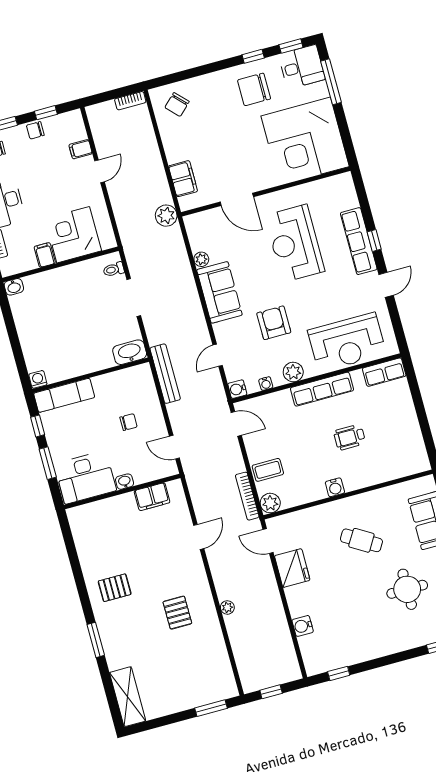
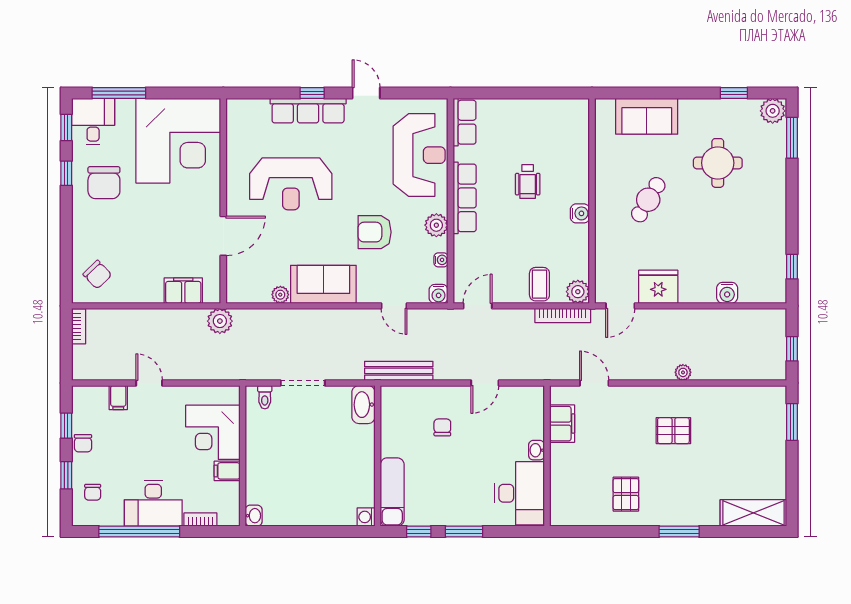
desk: (85, 477) -> (520, 493), moved
washbasin: (125, 482) -> (537, 450), moved
wall: (122, 491) -> (547, 456), moved
filing cabinet: (152, 497) -> (562, 424), moved

